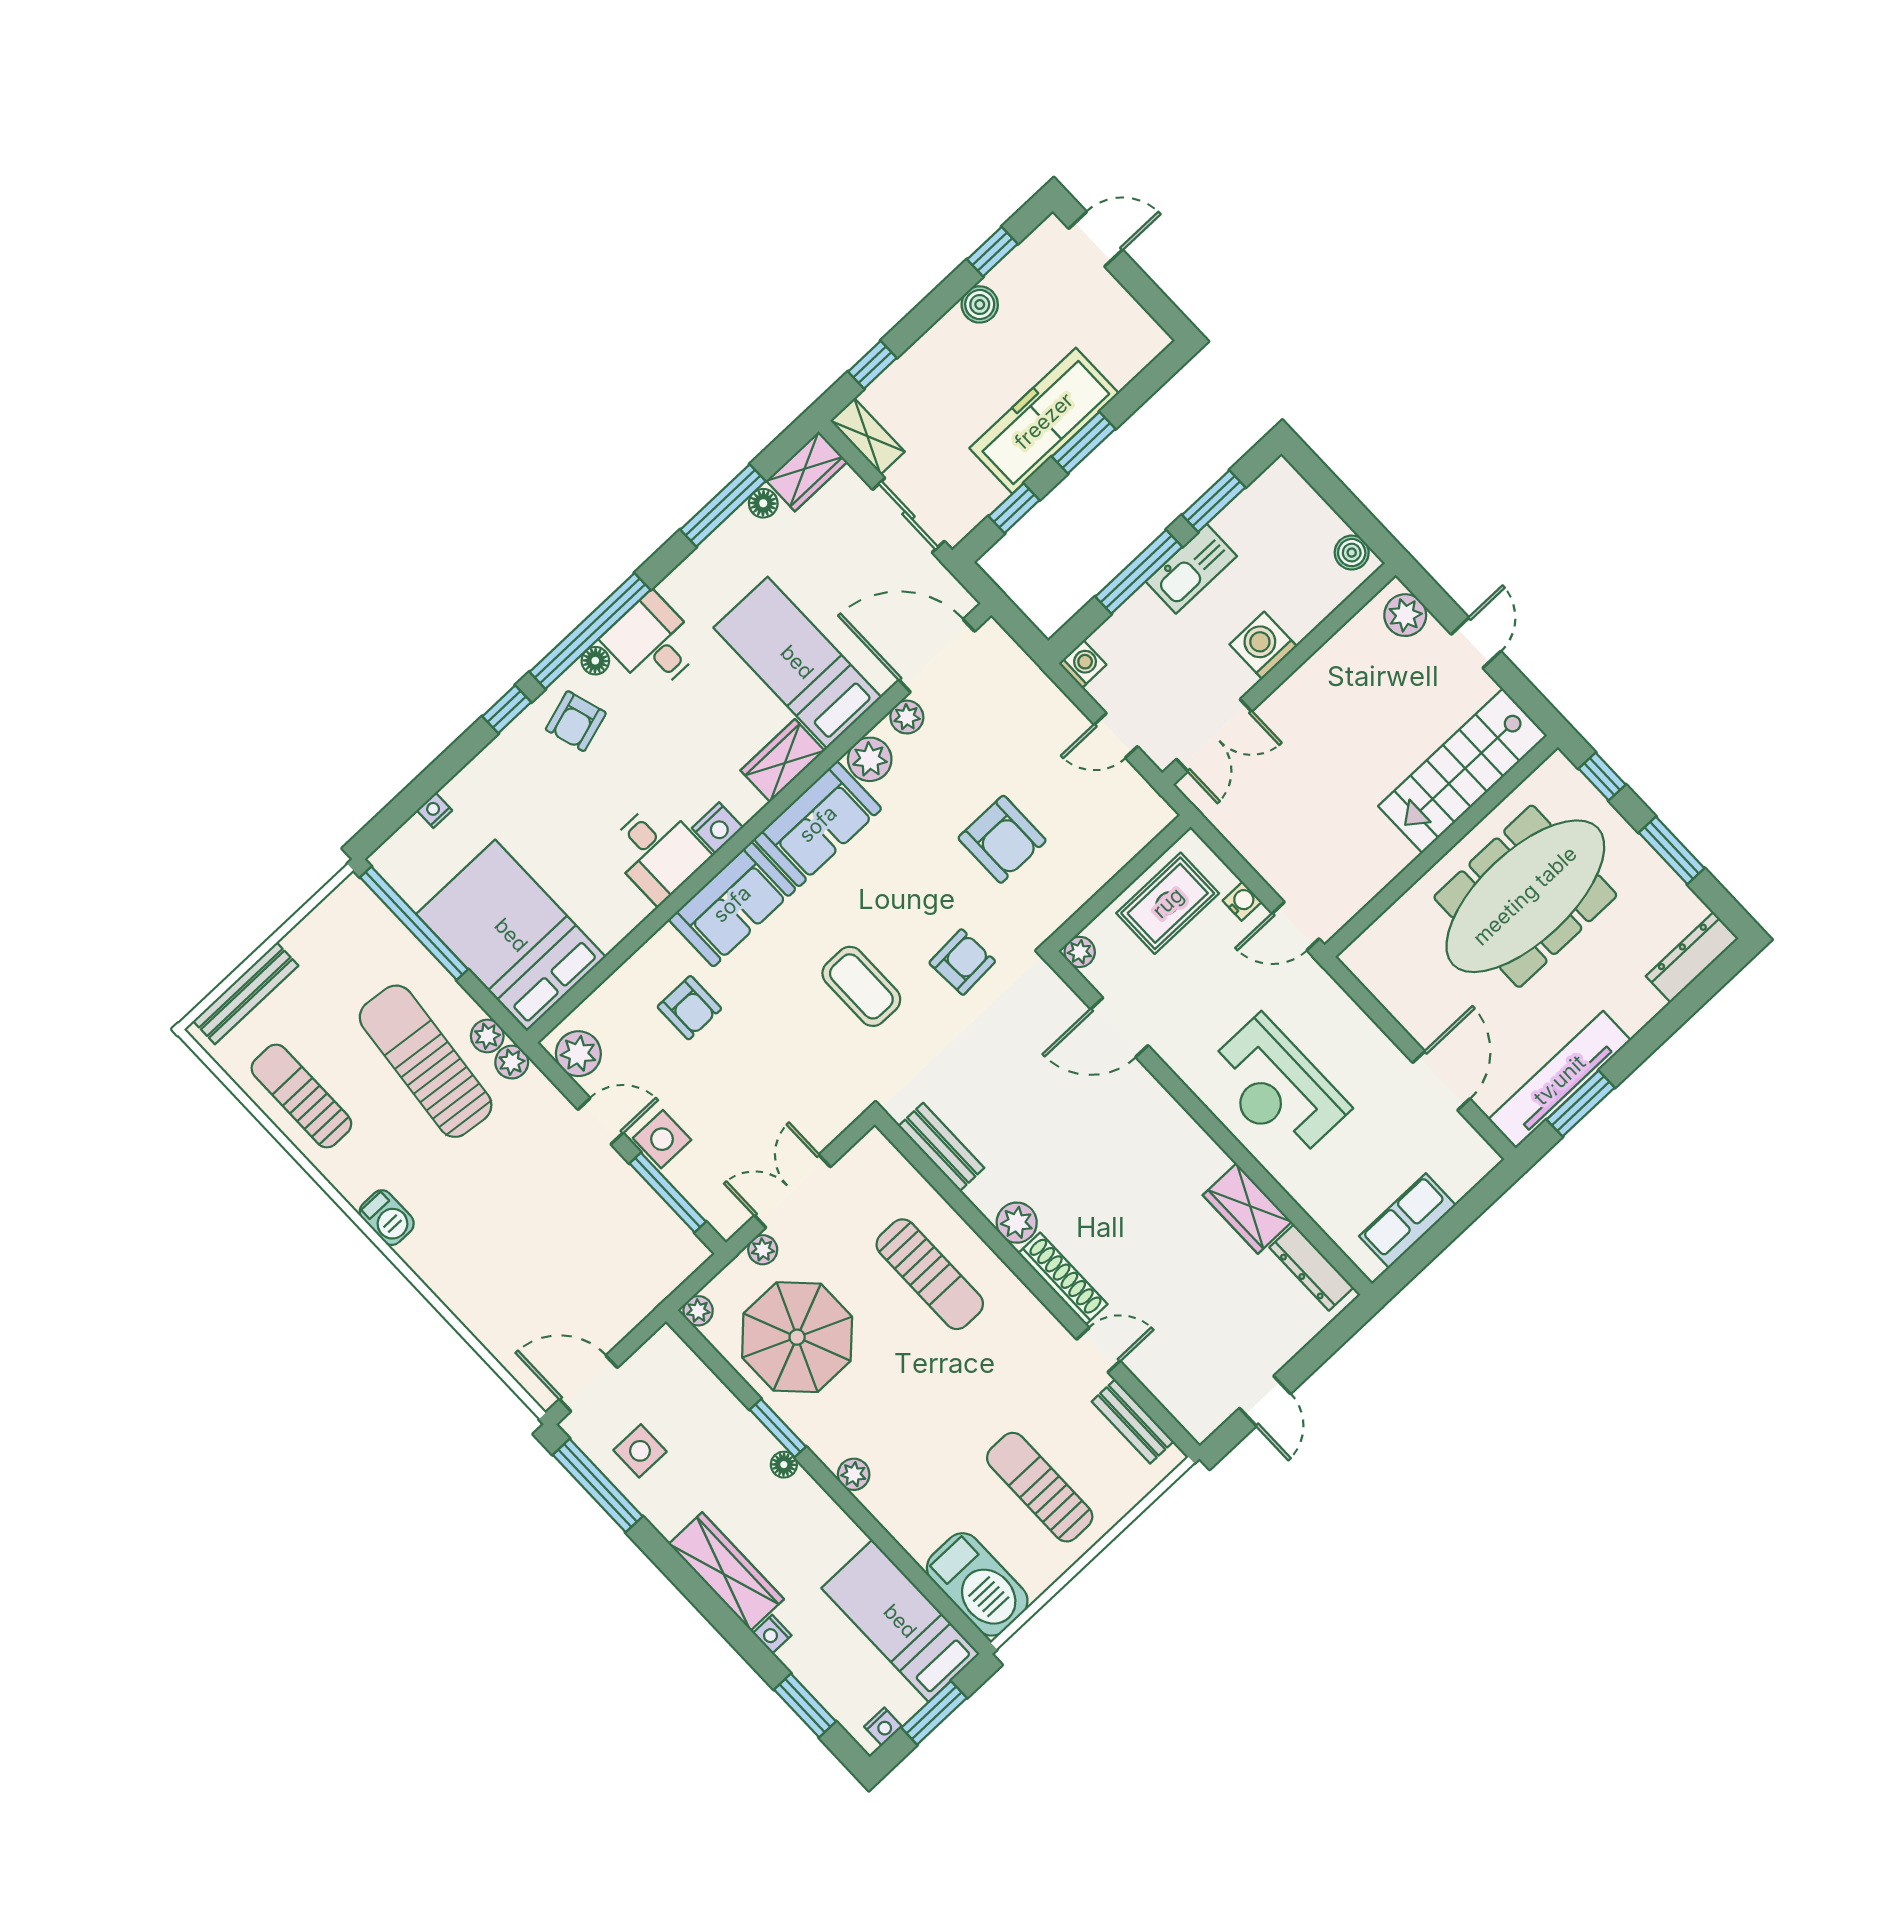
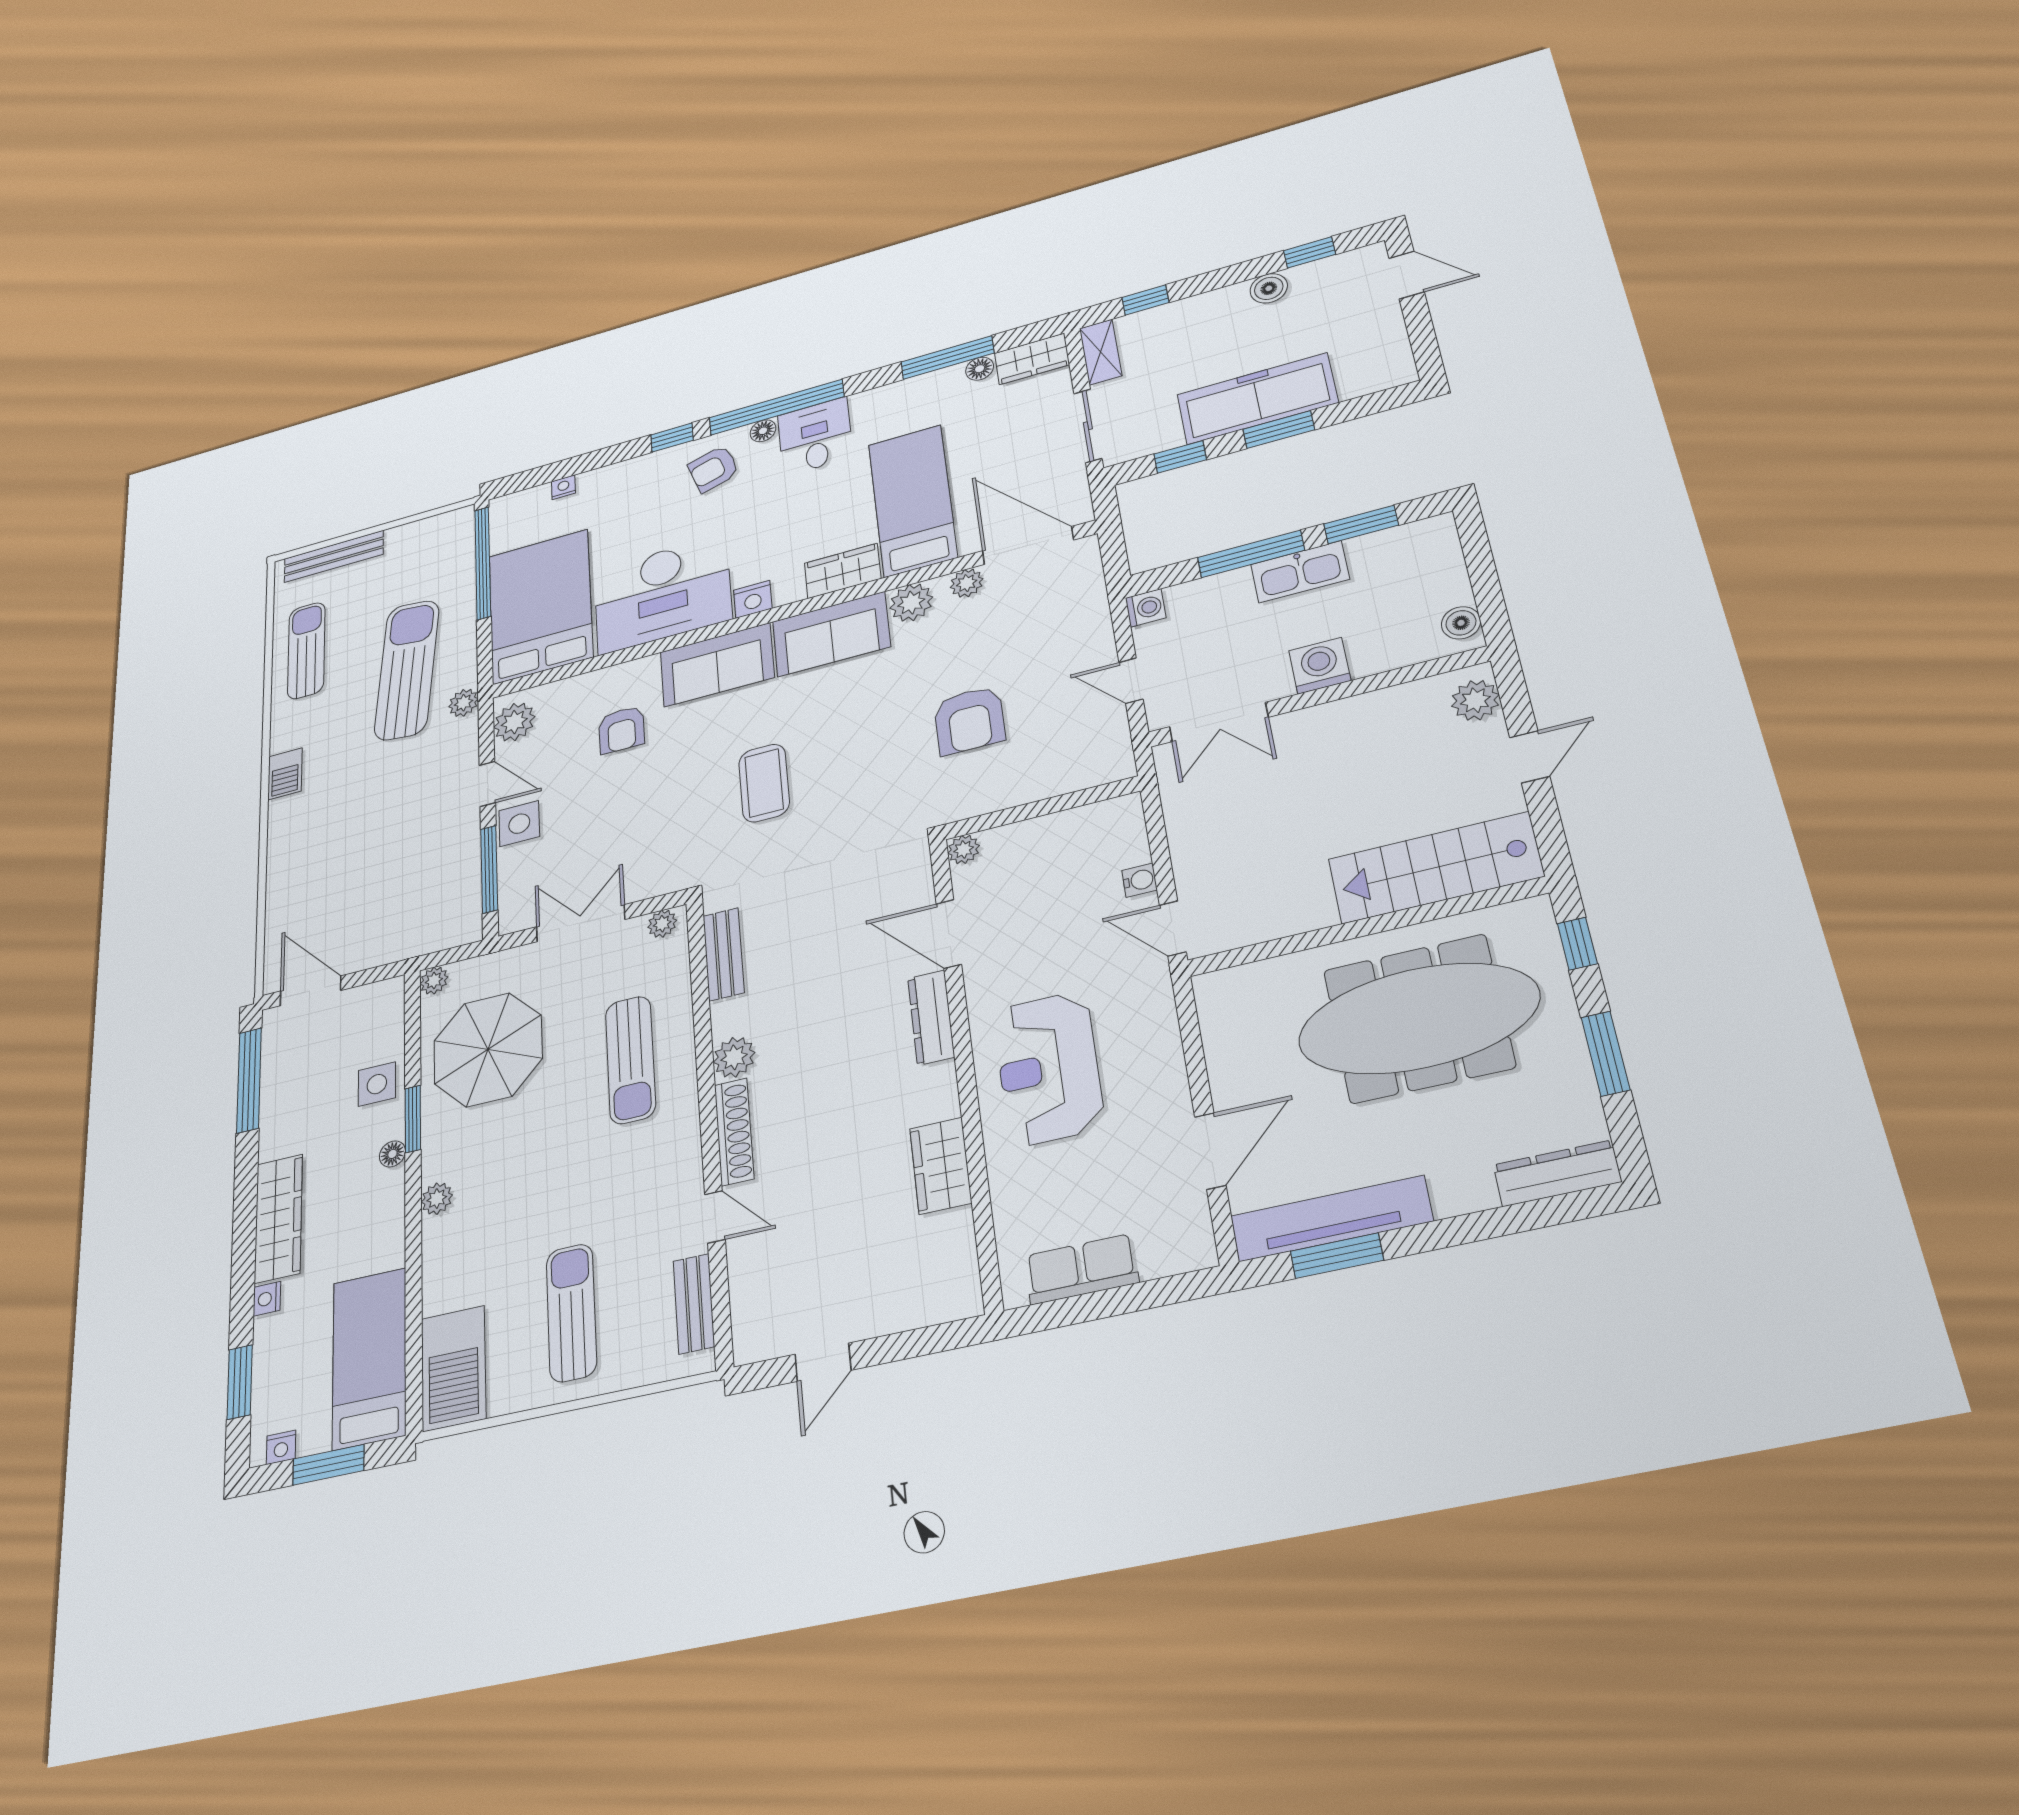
desk: (658, 852) -> (662, 594), width x1.87, depth x1.30
rug: (1168, 903) -> (1071, 847), removed
armchair: (962, 962) -> (859, 806), removed
plant: (487, 1036) -> (463, 674), removed
plant: (763, 1250) -> (662, 924), moved
dresser: (1311, 1267) -> (931, 1017), moved
side table: (640, 1451) -> (377, 1084), moved

